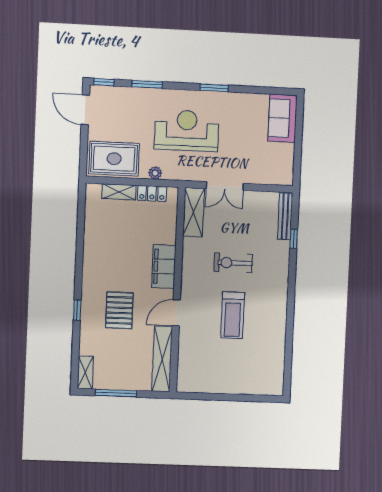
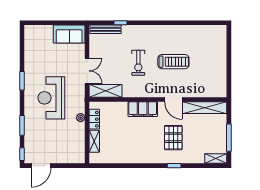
sofa: (283, 118) -> (69, 34), moved
rug: (114, 159) -> (72, 145), removed
pallet: (119, 310) -> (173, 138), turned 90

